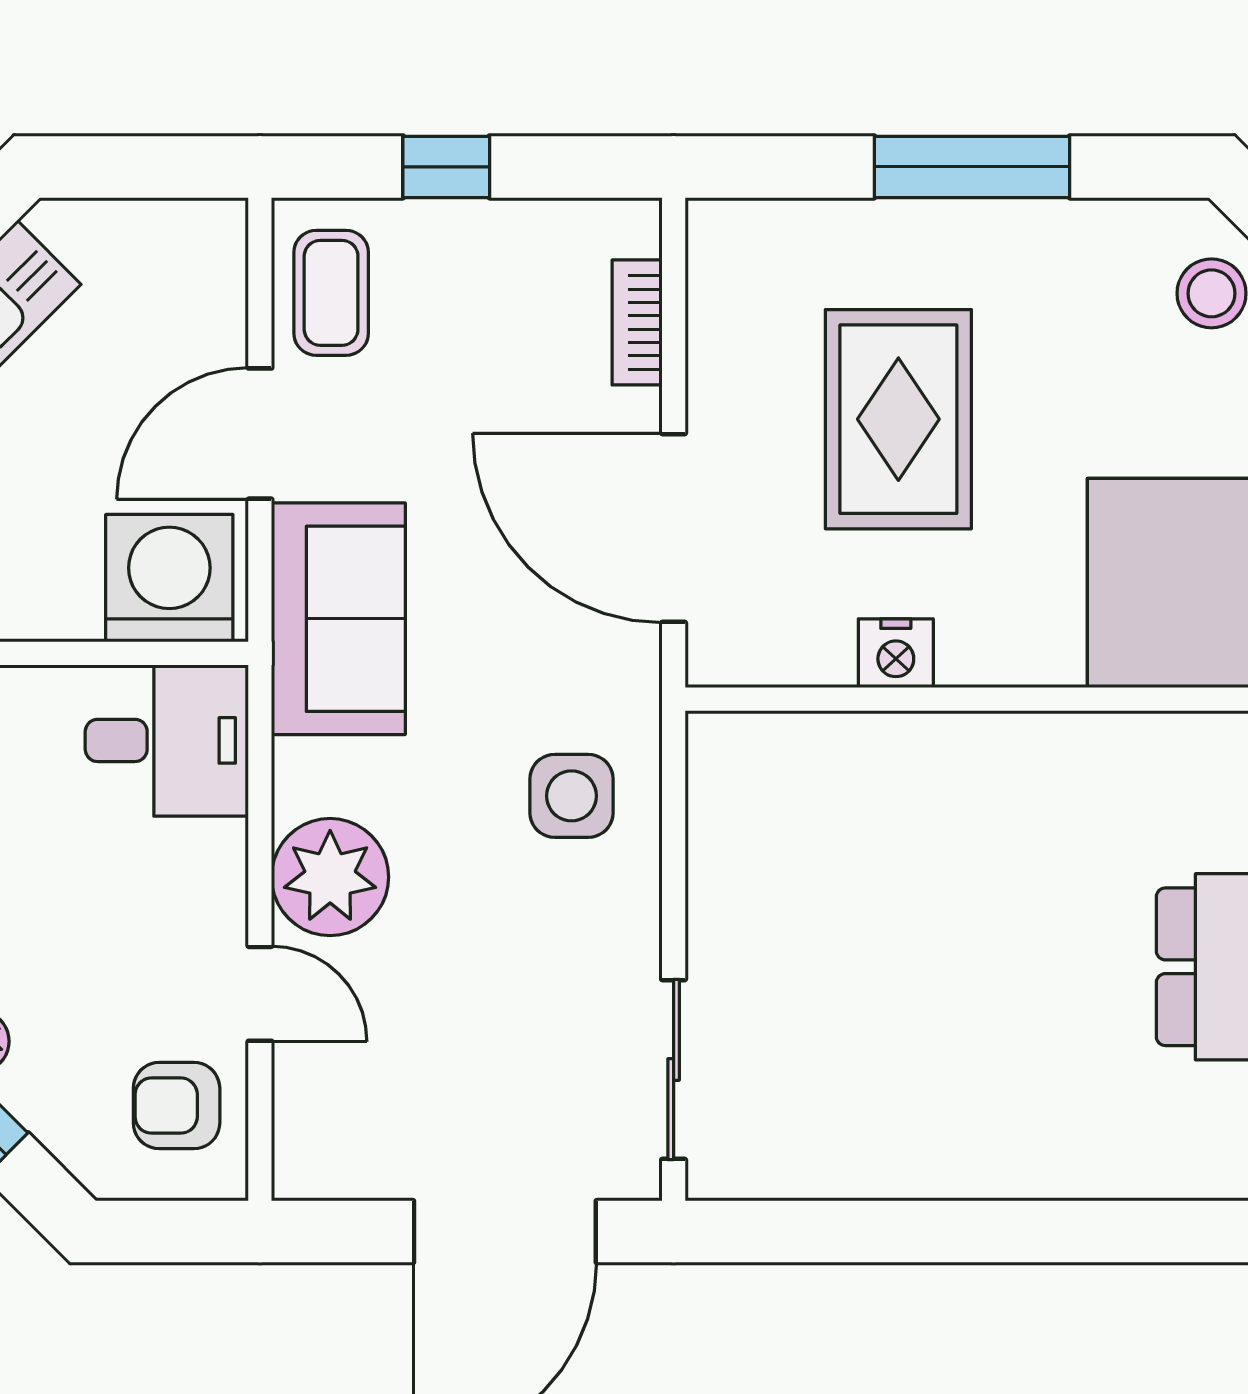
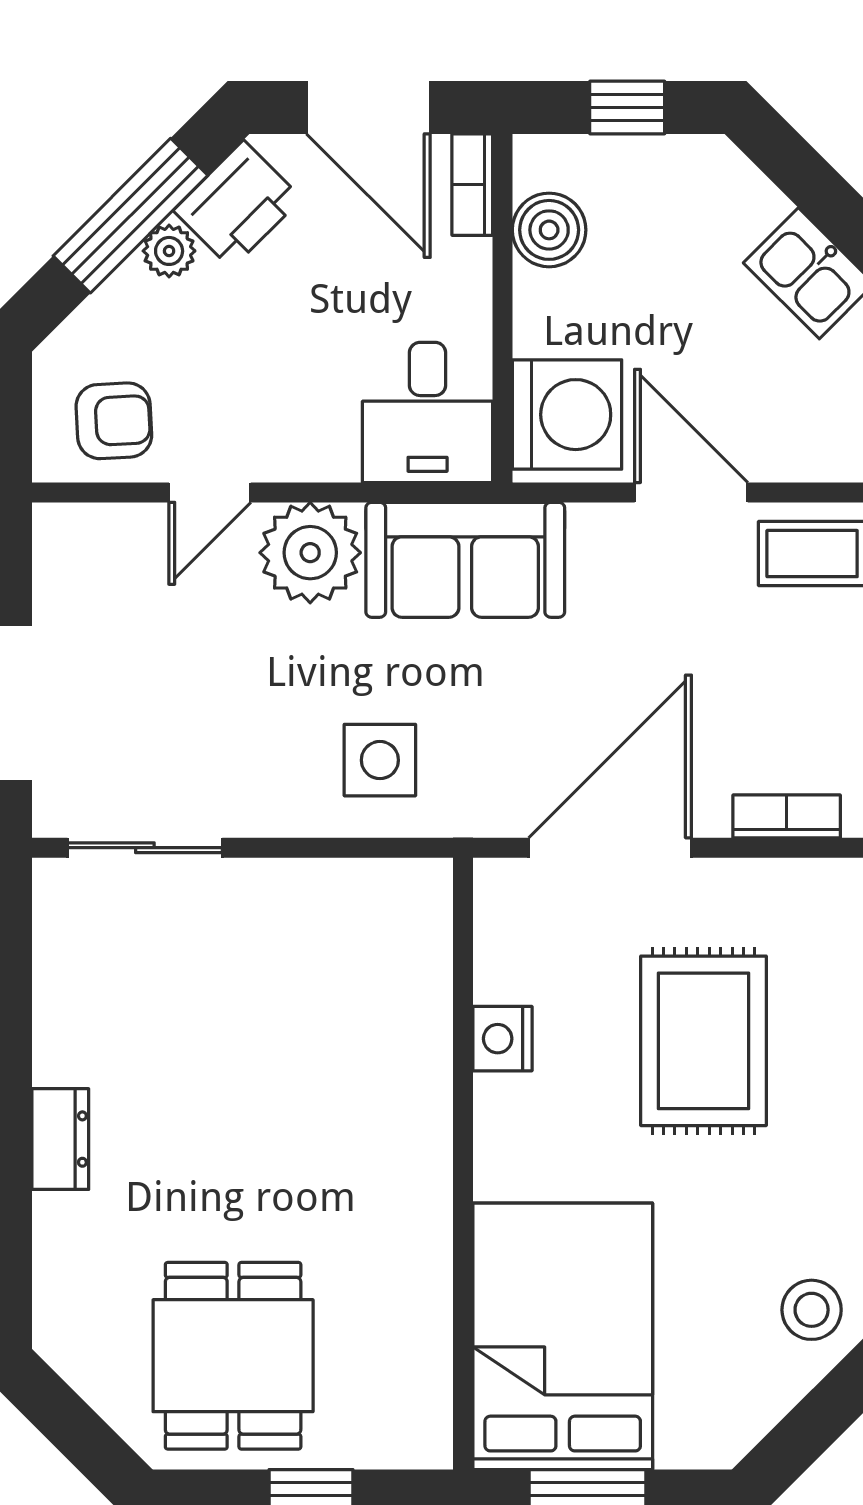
rug: (898, 419) -> (703, 1041), turned 90
sofa: (338, 619) -> (465, 560), moved
armchair: (177, 1106) -> (114, 421), turned 87
dresser: (1013, 1168) -> (60, 1139), added

